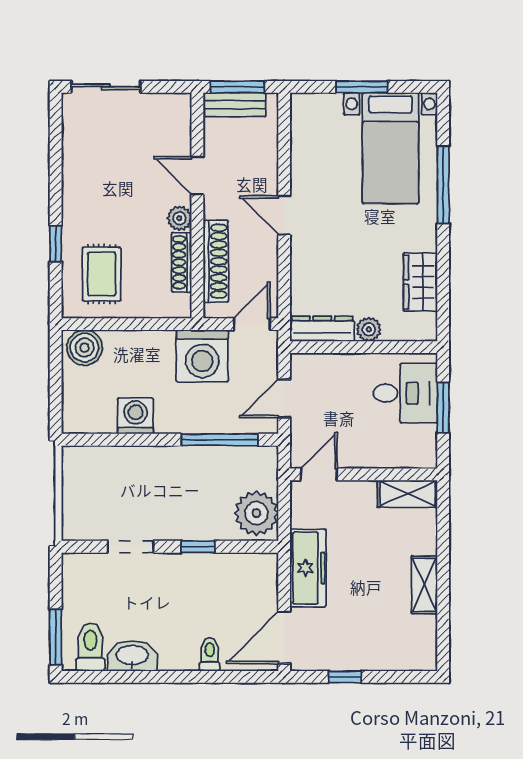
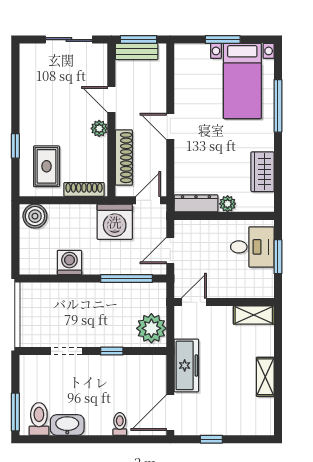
sliding door: (106, 87) -> (69, 40), moved
shoe rack: (181, 262) -> (84, 189), moved, turned 90

